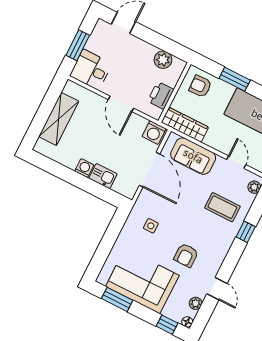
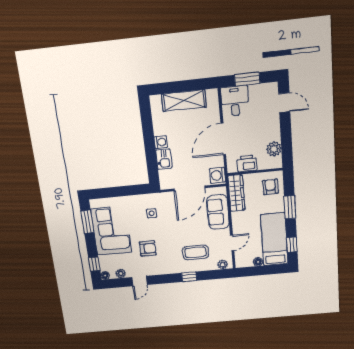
door: (121, 104) -> (223, 139), width x1.36
coffee table: (222, 207) -> (196, 252), turned 90
armchair: (186, 255) -> (148, 248), turned 180

